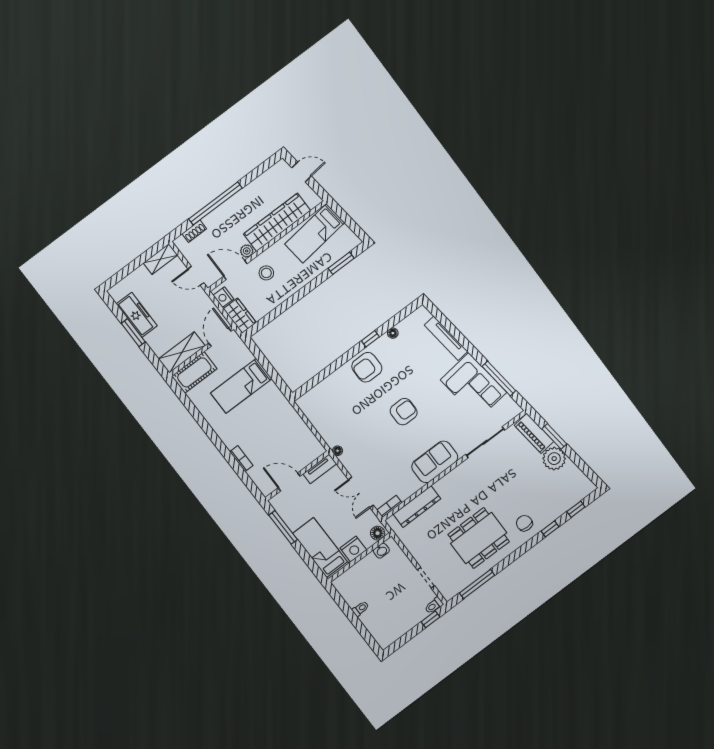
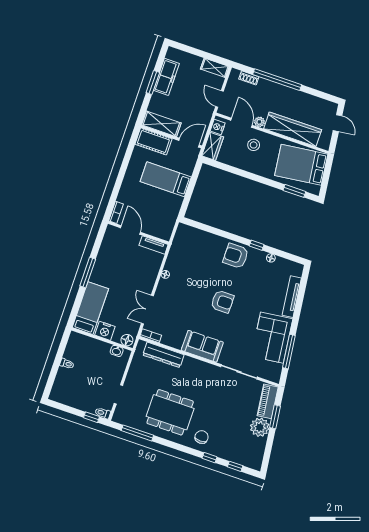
bed: (315, 233) -> (301, 165), width x1.50
tv unit: (320, 469) -> (154, 245), moved
wall: (297, 476) -> (138, 233), moved
door: (289, 482) -> (130, 230), moved

